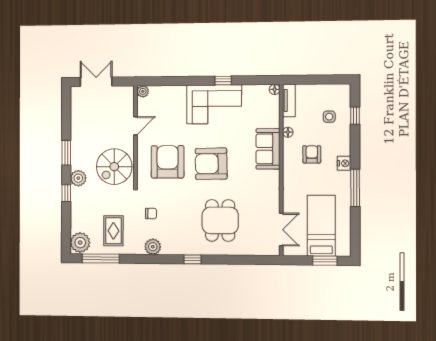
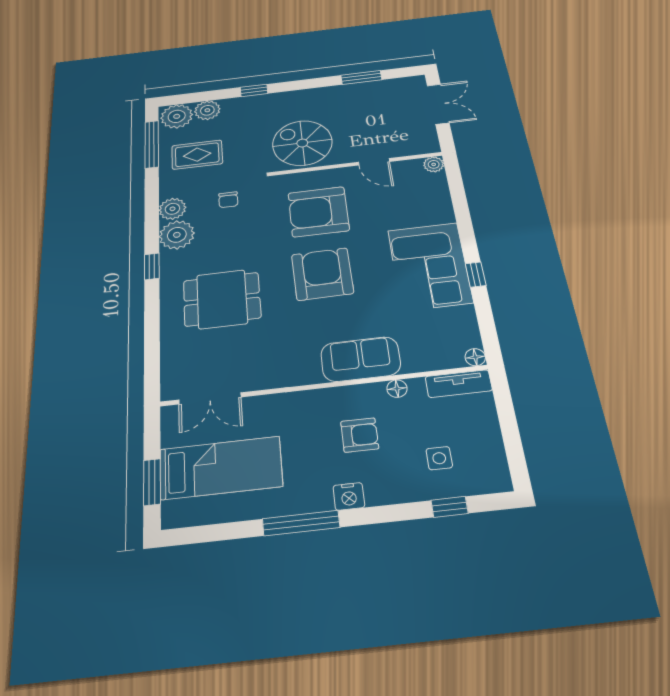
window: (66, 153) -> (361, 77), moved
armchair: (168, 162) -> (318, 212), turned 180
plant: (78, 178) -> (207, 110), moved
plant: (172, 245) -> (177, 235), added

